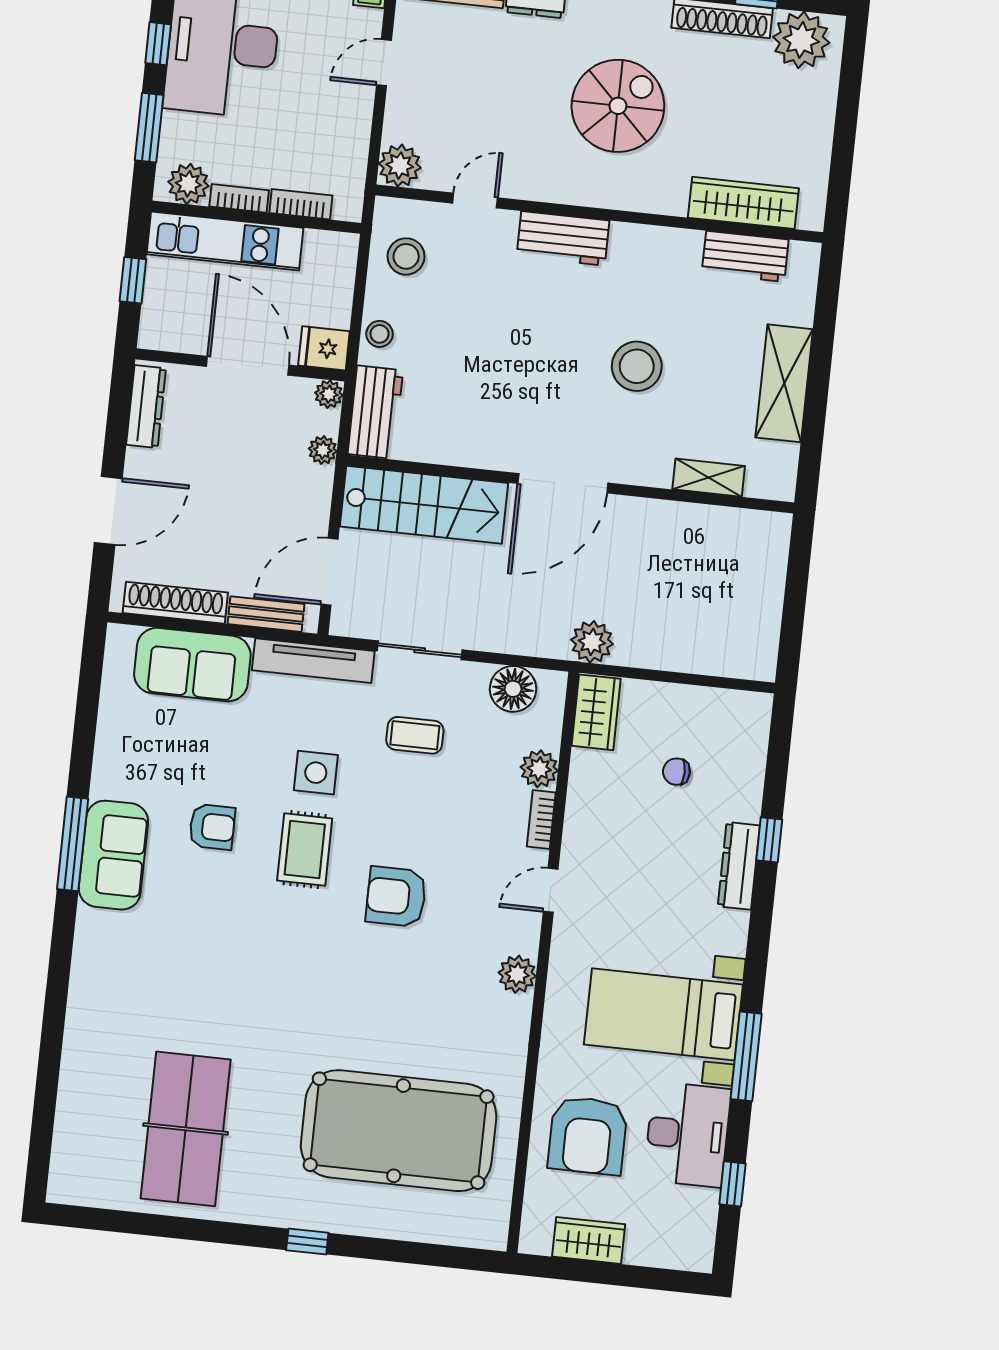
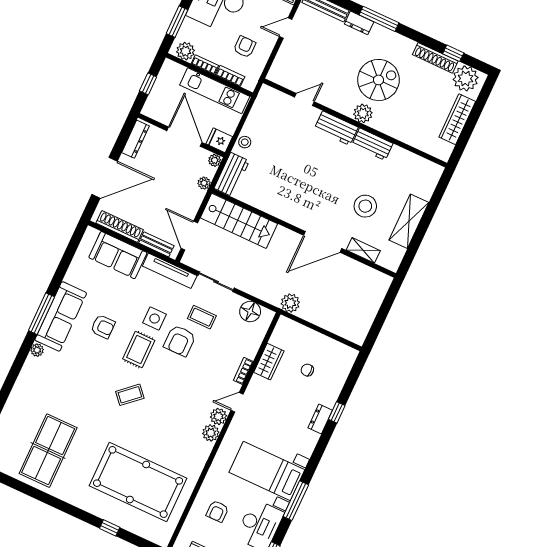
armchair: (310, 132) -> (245, 47), added
plant: (400, 166) -> (363, 113), moved
wardrobe: (743, 203) -> (457, 119), moved, turned -90
kitchen unit: (225, 241) -> (215, 91), moved
stool: (406, 256) -> (267, 113), removed
workbench: (745, 256) -> (372, 144), moved
stool: (637, 366) -> (365, 206), moved
door: (563, 483) -> (323, 242), moved
door: (108, 510) -> (105, 178), width x1.36
door: (329, 572) -> (189, 236), hinge flipped
wardrobe: (596, 712) -> (269, 362), moved
plant: (539, 769) -> (218, 416), moved
sofa: (113, 855) -> (61, 316), width x1.36
dresser: (739, 866) -> (320, 419), width x0.70
armchair: (396, 897) -> (180, 341), moved, turned -90
plant: (90, 924) -> (37, 350), added
coffee table: (318, 952) -> (130, 395), added
armchair: (588, 1135) -> (217, 511), width x0.53, depth x0.53
window: (307, 1241) -> (110, 528), moved

